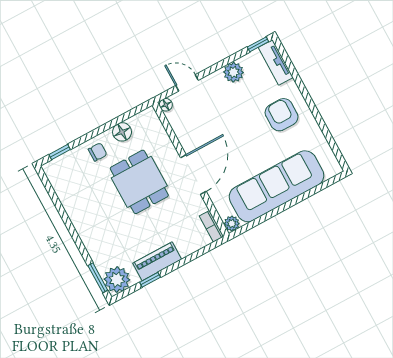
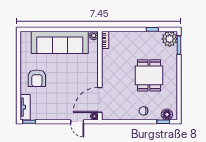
plant: (233, 72) -> (50, 114), removed
floor lamp: (122, 132) -> (167, 114), moved
door: (193, 175) -> (100, 100), moved
dining table: (139, 182) -> (149, 75), moved
piano: (157, 261) -> (143, 37), removed

